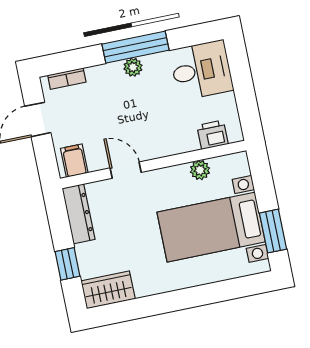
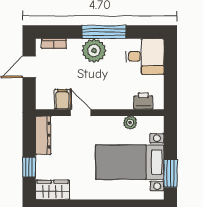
plant: (133, 67) -> (94, 51), width x1.88, depth x1.88
filing cabinet: (74, 161) -> (62, 99), moved

